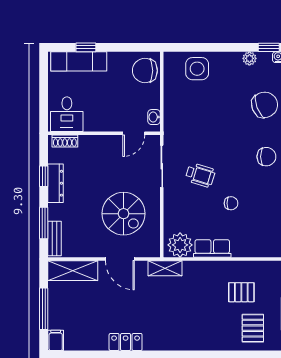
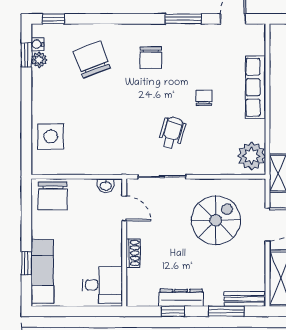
plant: (249, 58) -> (39, 60), moved
shoe rack: (65, 141) -> (133, 253), moved
chair: (266, 157) -> (151, 57), turned 180
row of seats: (212, 248) -> (255, 87), moved, width x1.48

